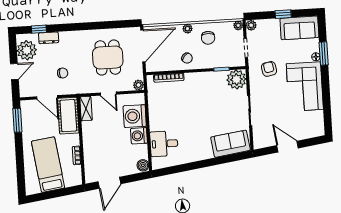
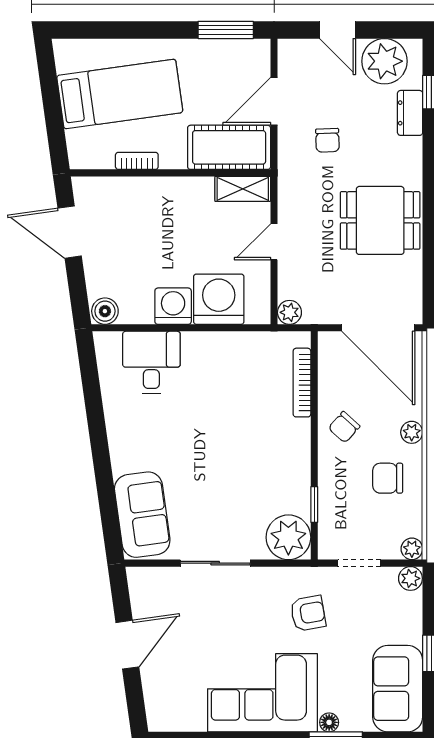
dining table: (108, 58) -> (380, 220), moved

